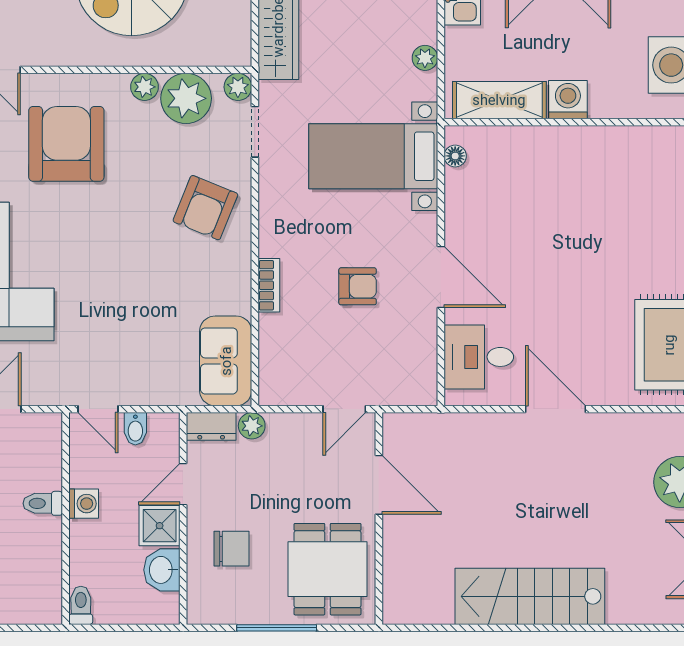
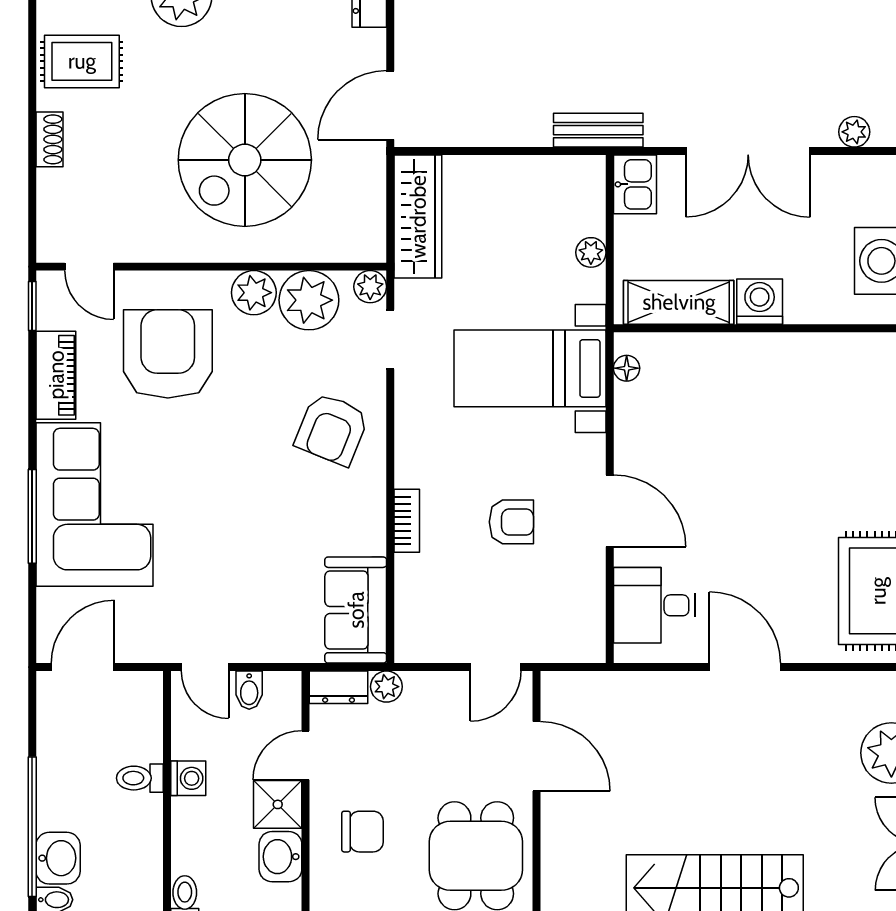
plant: (144, 87) -> (254, 293), width x1.38, depth x1.38

